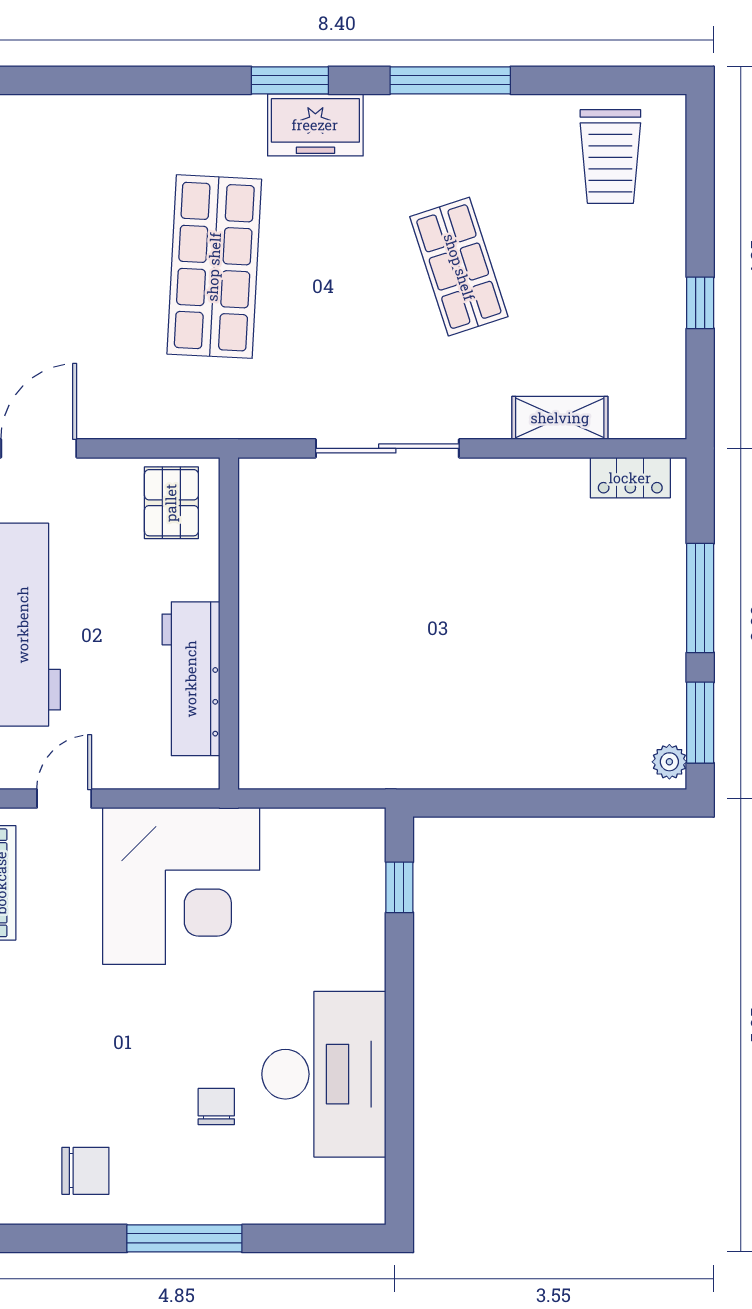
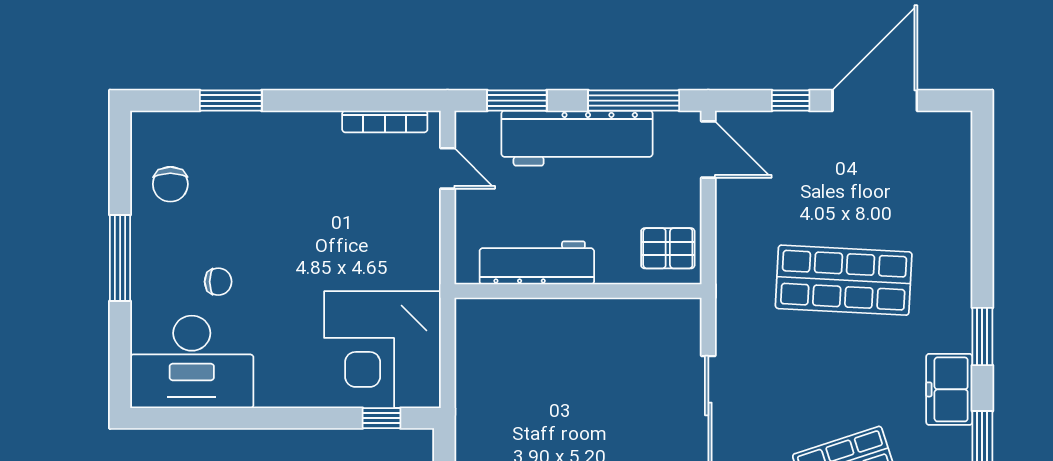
freezer: (315, 125) -> (949, 389), moved
corner desk: (181, 886) -> (382, 350), moved
desk: (324, 1074) -> (192, 362), moved

